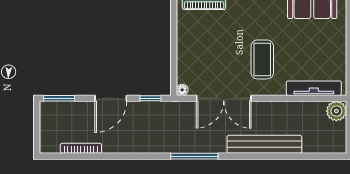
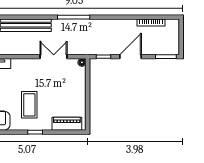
coffee table: (262, 59) -> (29, 105), moved
double door: (224, 98) -> (54, 57), width x0.73

